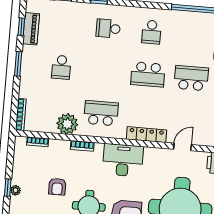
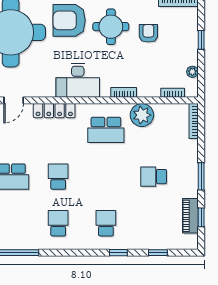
school desk: (108, 28) -> (106, 223), turned -90
school desk: (61, 67) -> (154, 177), turned -90
school desk: (148, 74) -> (58, 177), width x0.54
armchair: (57, 187) -> (148, 33), moved
plant: (16, 190) -> (192, 72), moved

